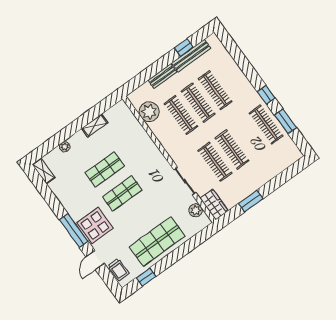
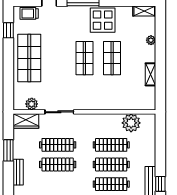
bench: (162, 76) -> (18, 172), moved
display table: (95, 225) -> (103, 20), moved

